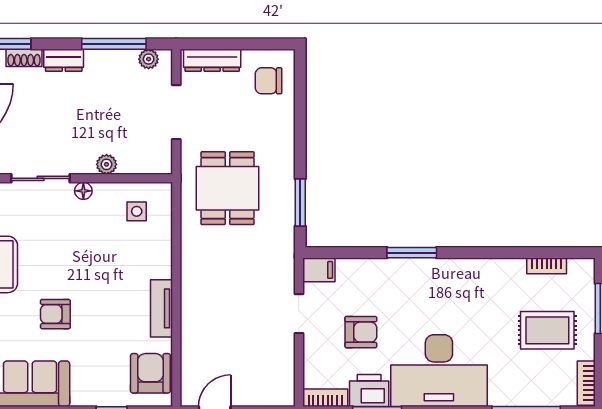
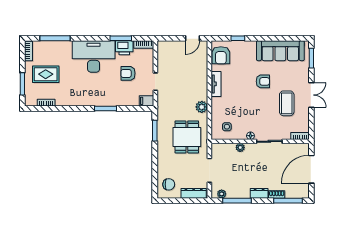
plant: (194, 256) -> (202, 107), added

